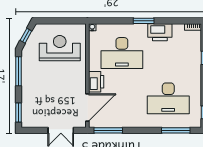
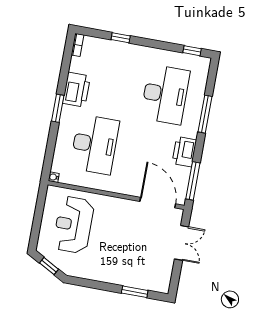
window: (18, 71) -> (94, 284), removed
printer: (96, 82) -> (184, 152), moved, turned -90
window: (18, 112) -> (135, 292), moved
window: (176, 130) -> (205, 114), moved

